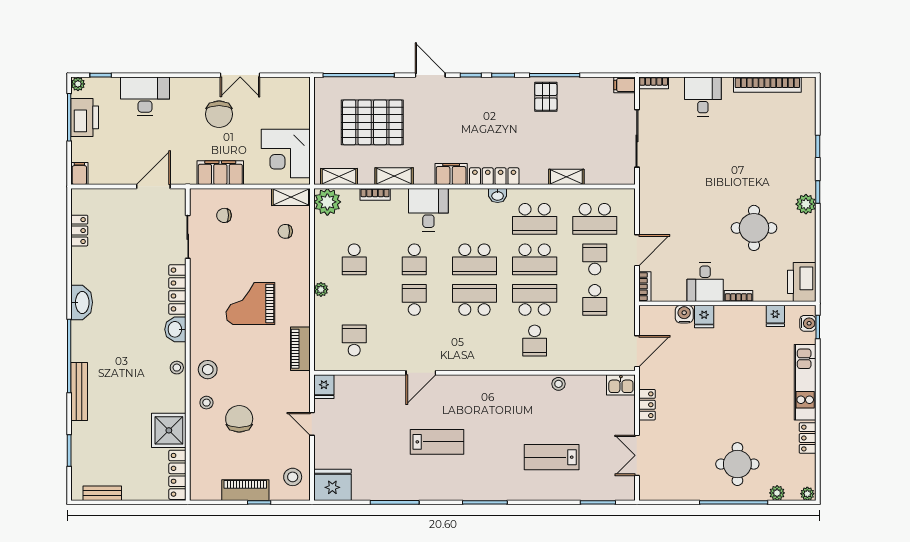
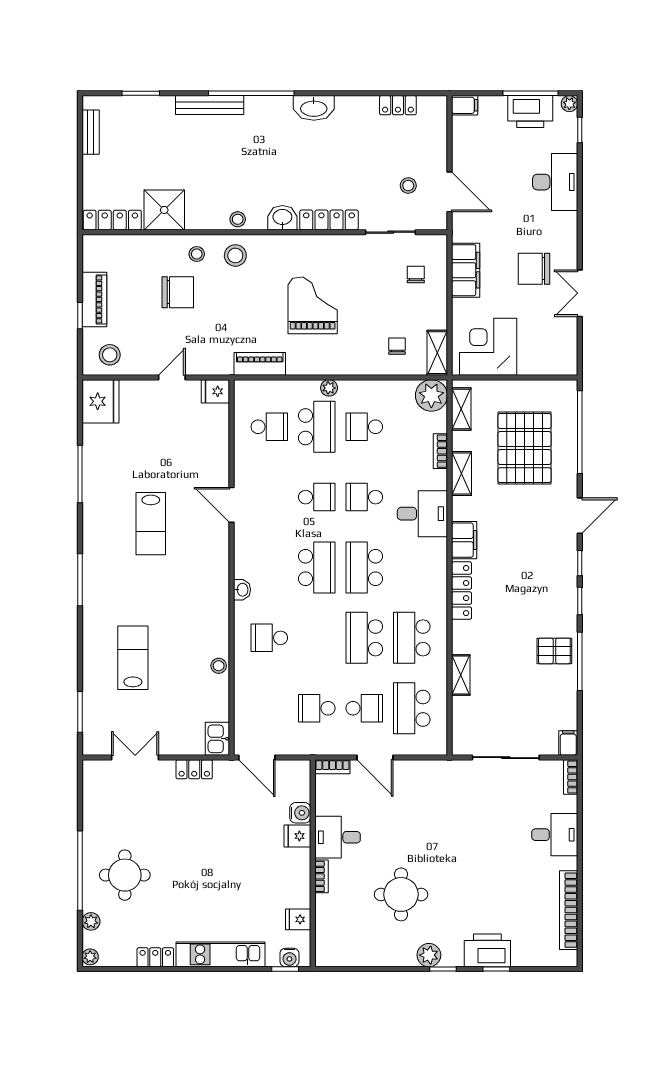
washbasin: (498, 196) -> (242, 590), moved, turned 180
stool: (148, 222) -> (408, 186), added
printer: (802, 282) -> (487, 950), moved
school desk: (535, 300) -> (317, 427), moved

